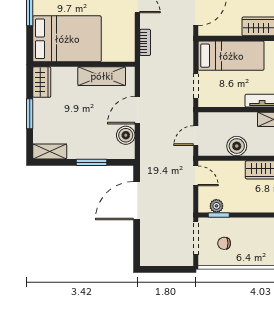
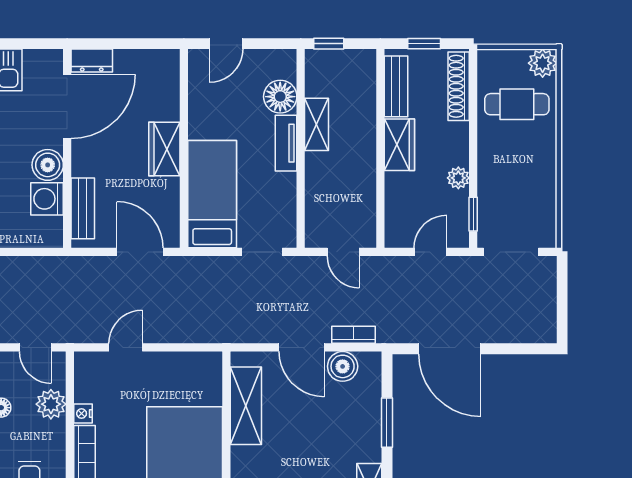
bookcase: (145, 42) -> (353, 335), moved
boiler: (237, 146) -> (360, 185), removed
door: (196, 176) -> (430, 252), moved
plant: (216, 206) -> (458, 178), moved
chair: (224, 243) -> (520, 205), removed

